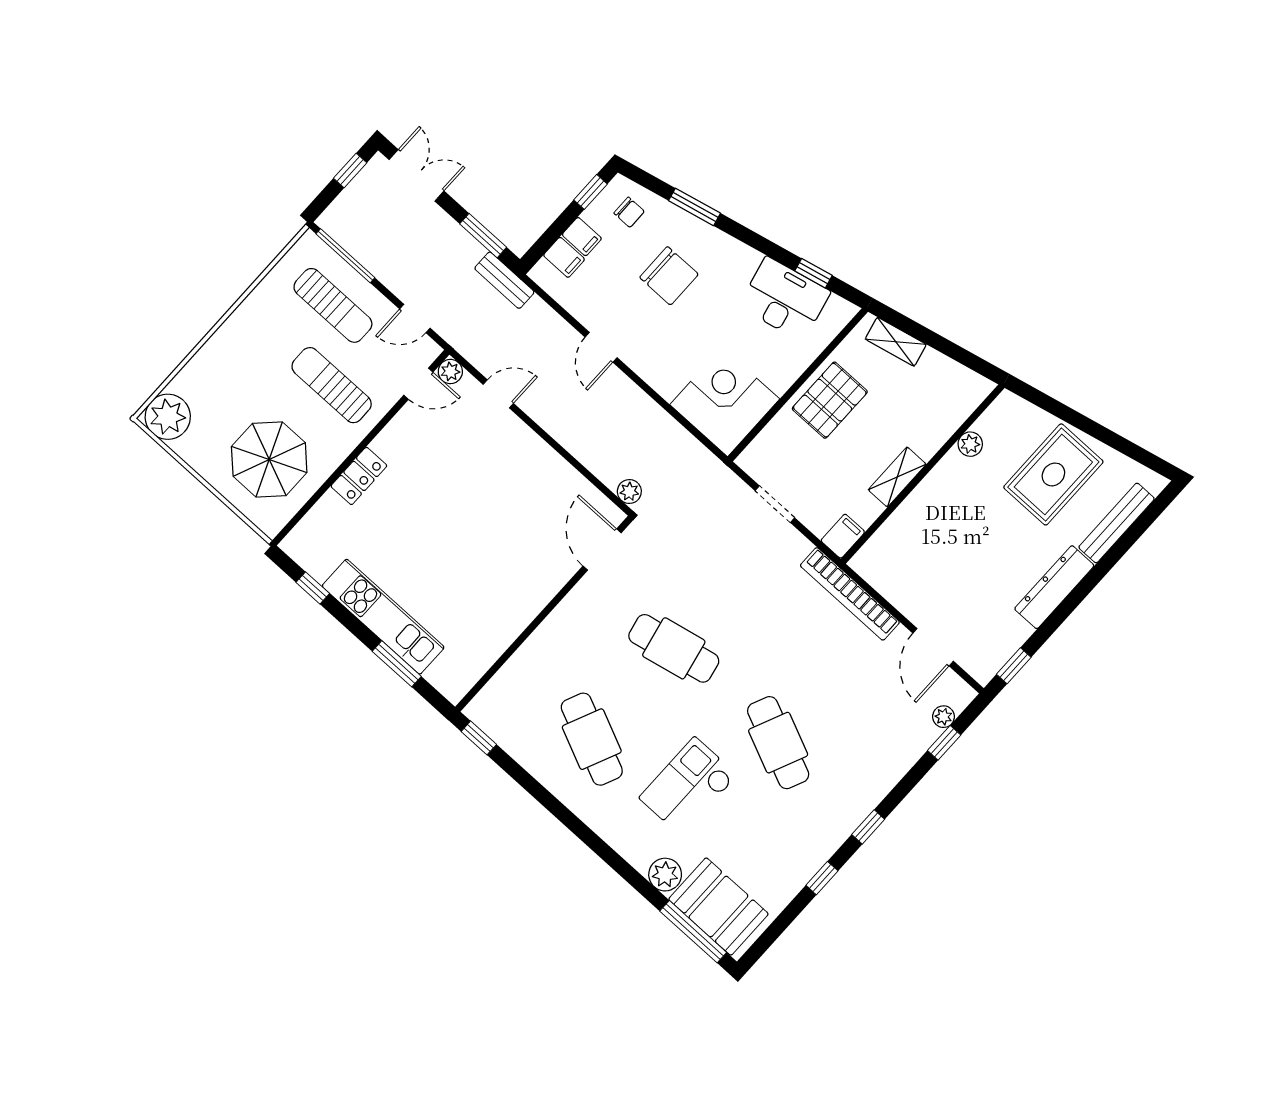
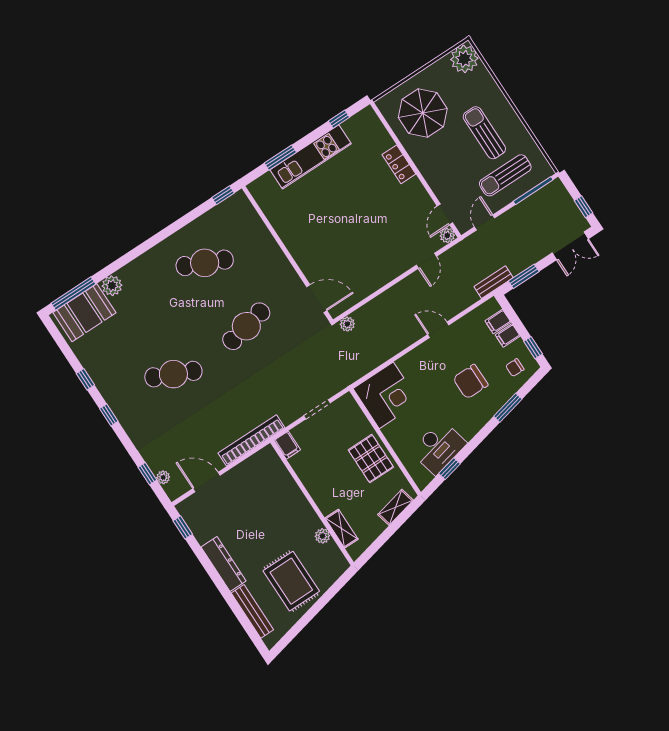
sun lounger: (332, 385) -> (484, 133), moved, turned -90
shelving: (897, 477) -> (342, 529), moved
checkout: (688, 787) -> (161, 313), removed

